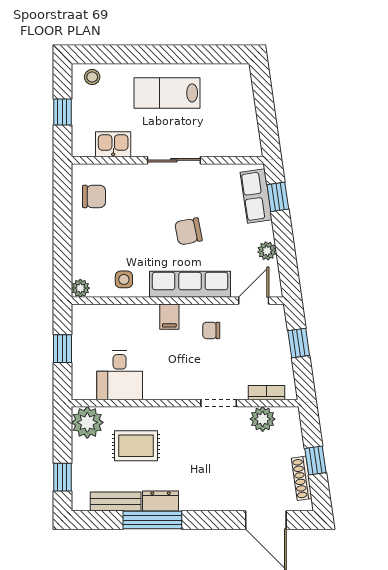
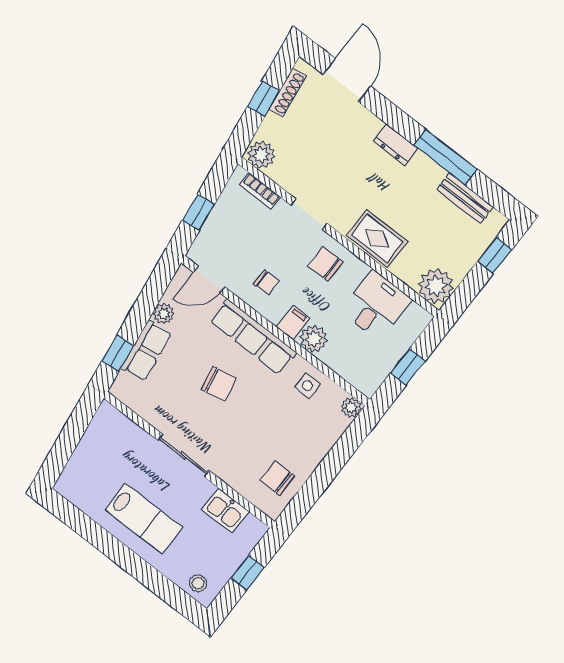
row of seats: (256, 196) -> (146, 351), moved
plant: (146, 317) -> (314, 339), added
chair: (179, 377) -> (326, 264), added
plant: (263, 419) -> (261, 155), moved
rug: (136, 446) -> (377, 238), moved
dresser: (161, 501) -> (395, 145), moved

